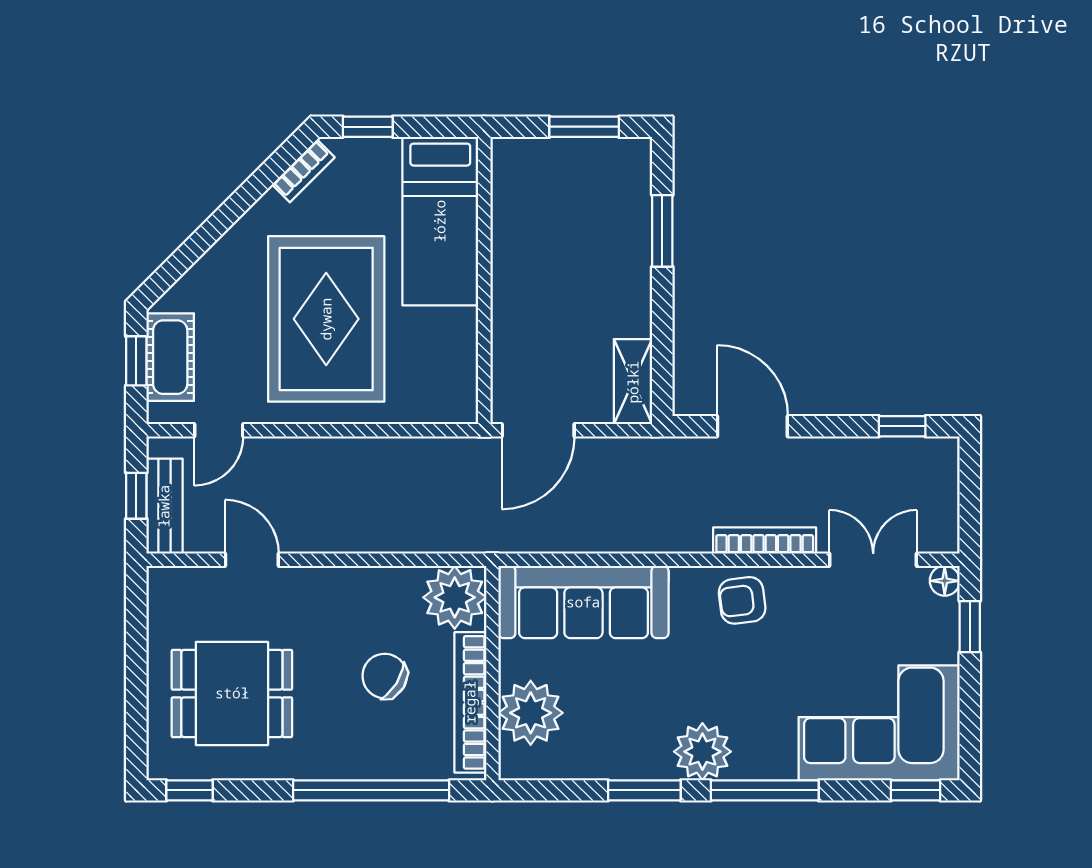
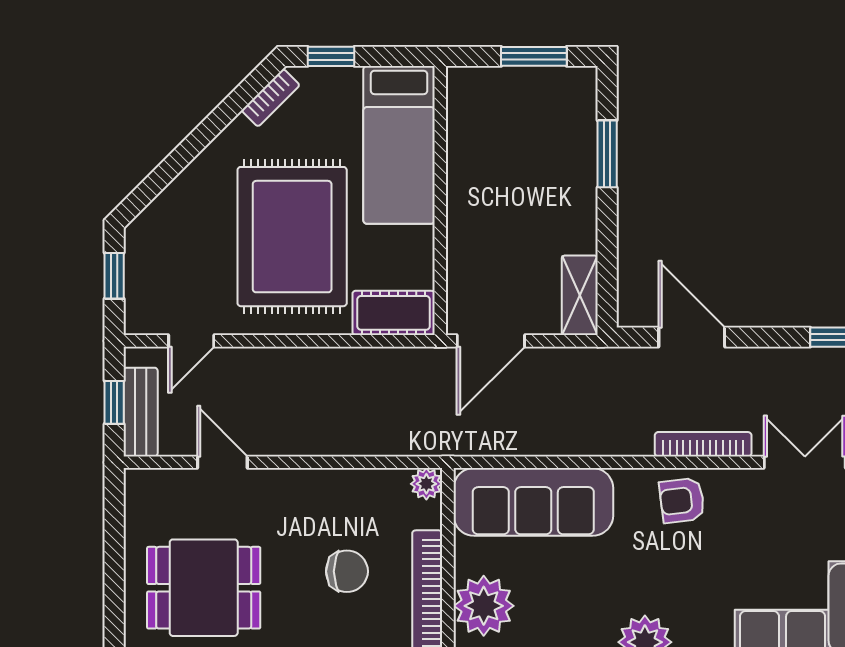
cot: (170, 357) -> (394, 313), moved, turned 90
plant: (455, 597) -> (426, 484), width x0.53, depth x0.53
chair: (385, 676) -> (347, 571), turned 148

